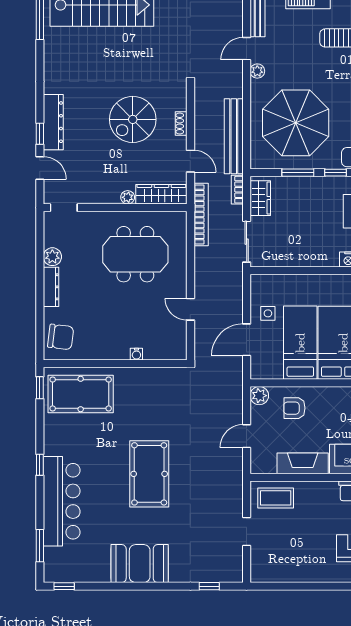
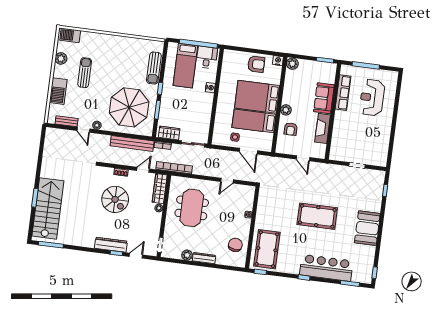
chair: (61, 337) -> (235, 245), moved
plant: (259, 396) -> (286, 110), moved
coffee table: (276, 498) -> (340, 146), removed

